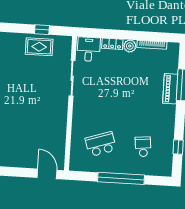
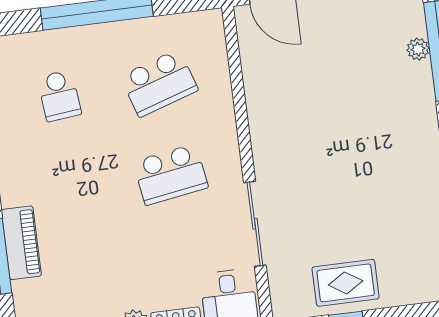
school desk: (103, 105) -> (171, 175), added

